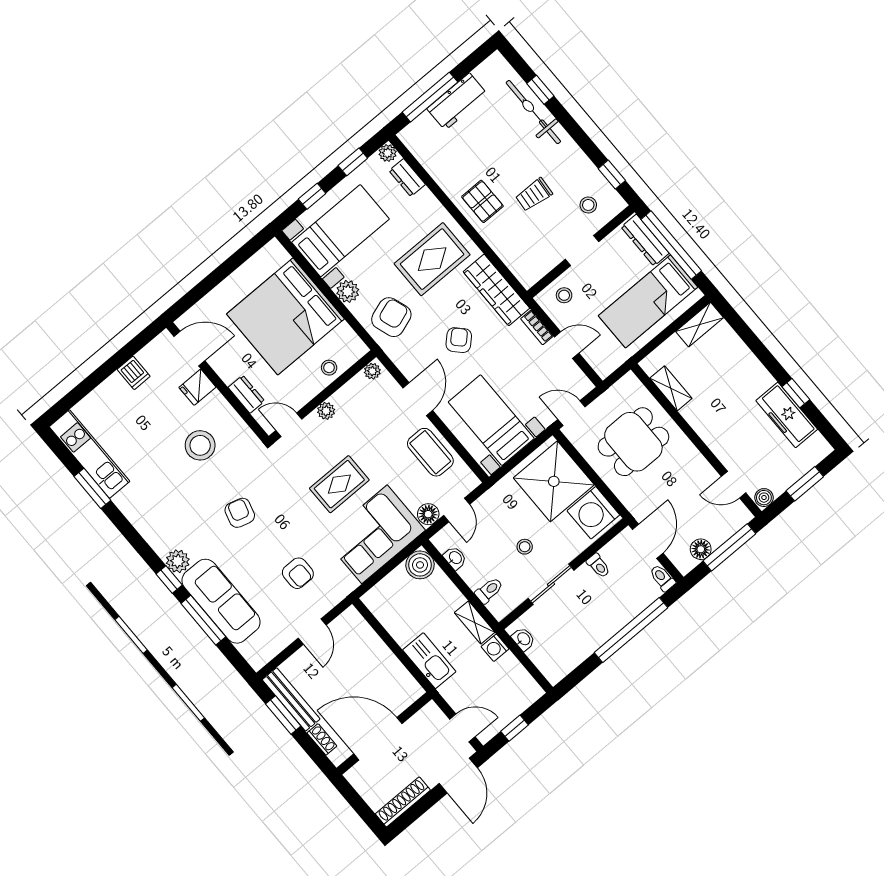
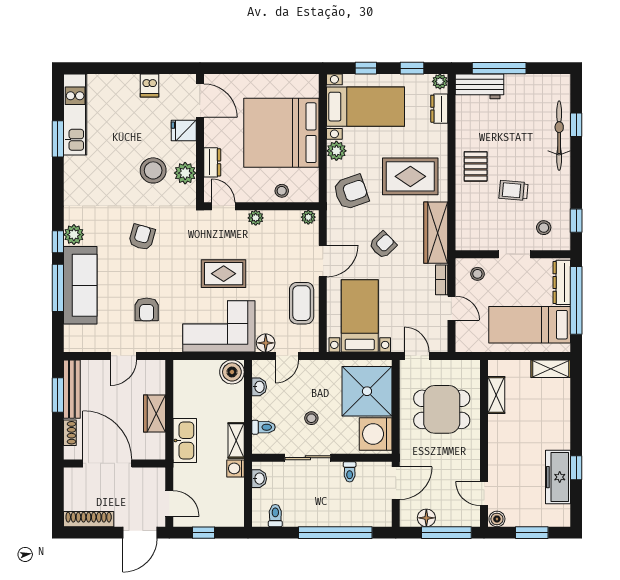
workbench: (457, 102) -> (480, 86), moved
plant: (230, 424) -> (185, 173), added
toilet: (662, 578) -> (275, 516), moved
wardrobe: (382, 659) -> (155, 414), added

